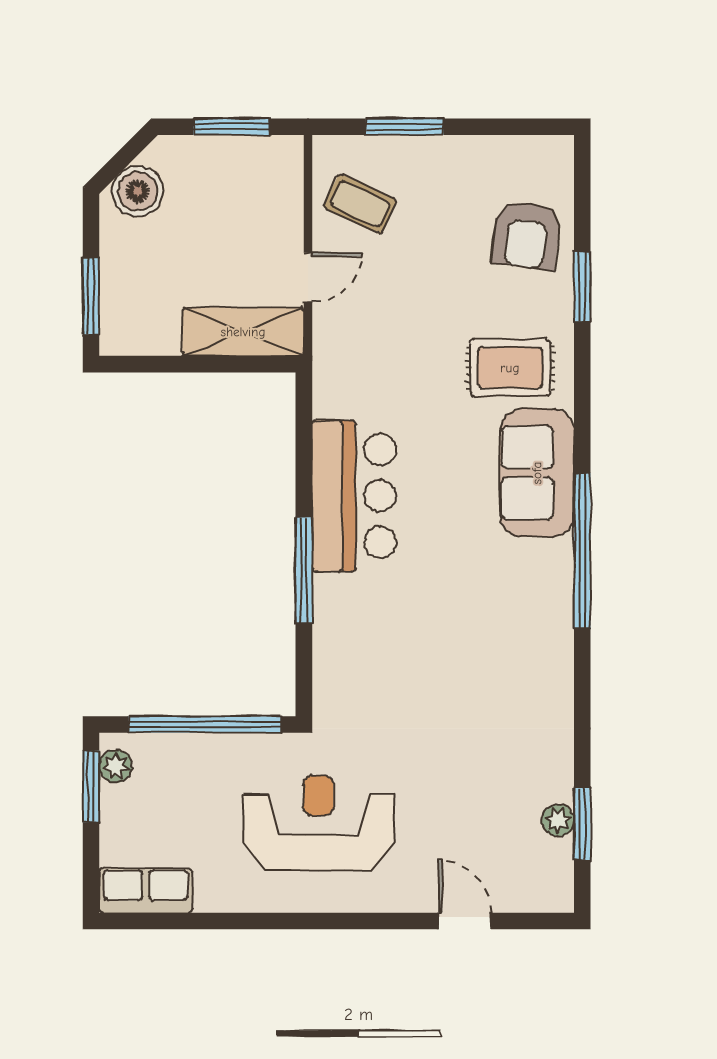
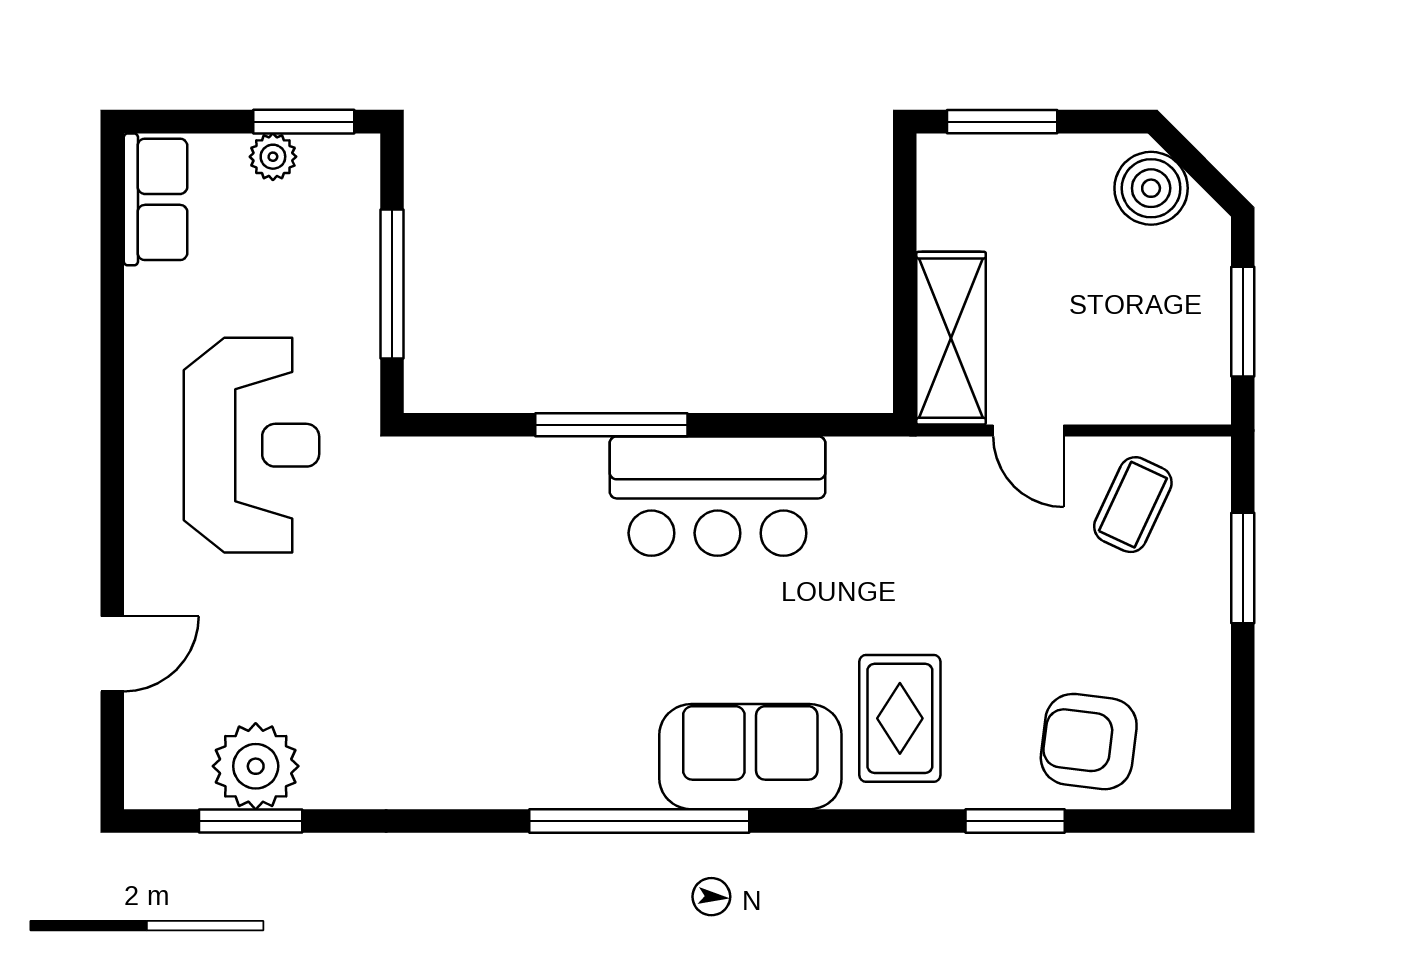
window: (205, 724) -> (392, 284), width x0.68
plant: (116, 766) -> (273, 157), moved
plant: (558, 820) -> (256, 766), width x1.88, depth x1.88

